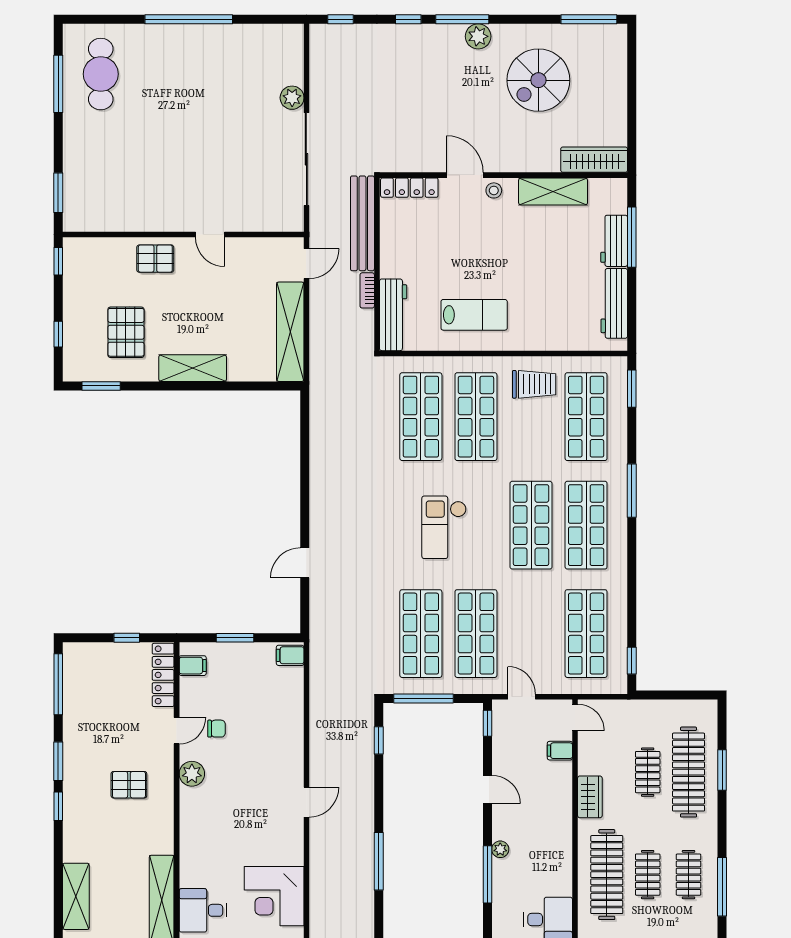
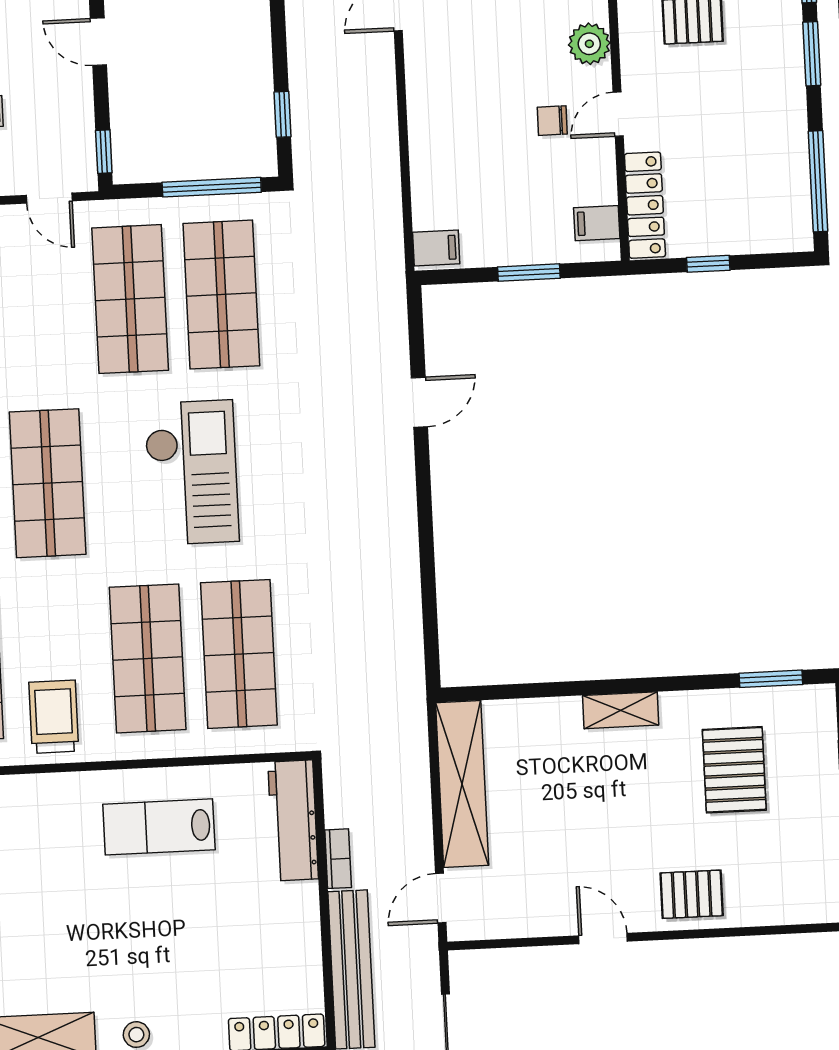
shelving: (193, 368) -> (621, 710), width x0.67, depth x0.75
trolley: (534, 384) -> (54, 717), turned 90
checkout: (444, 527) -> (192, 472), width x1.36, depth x1.21

